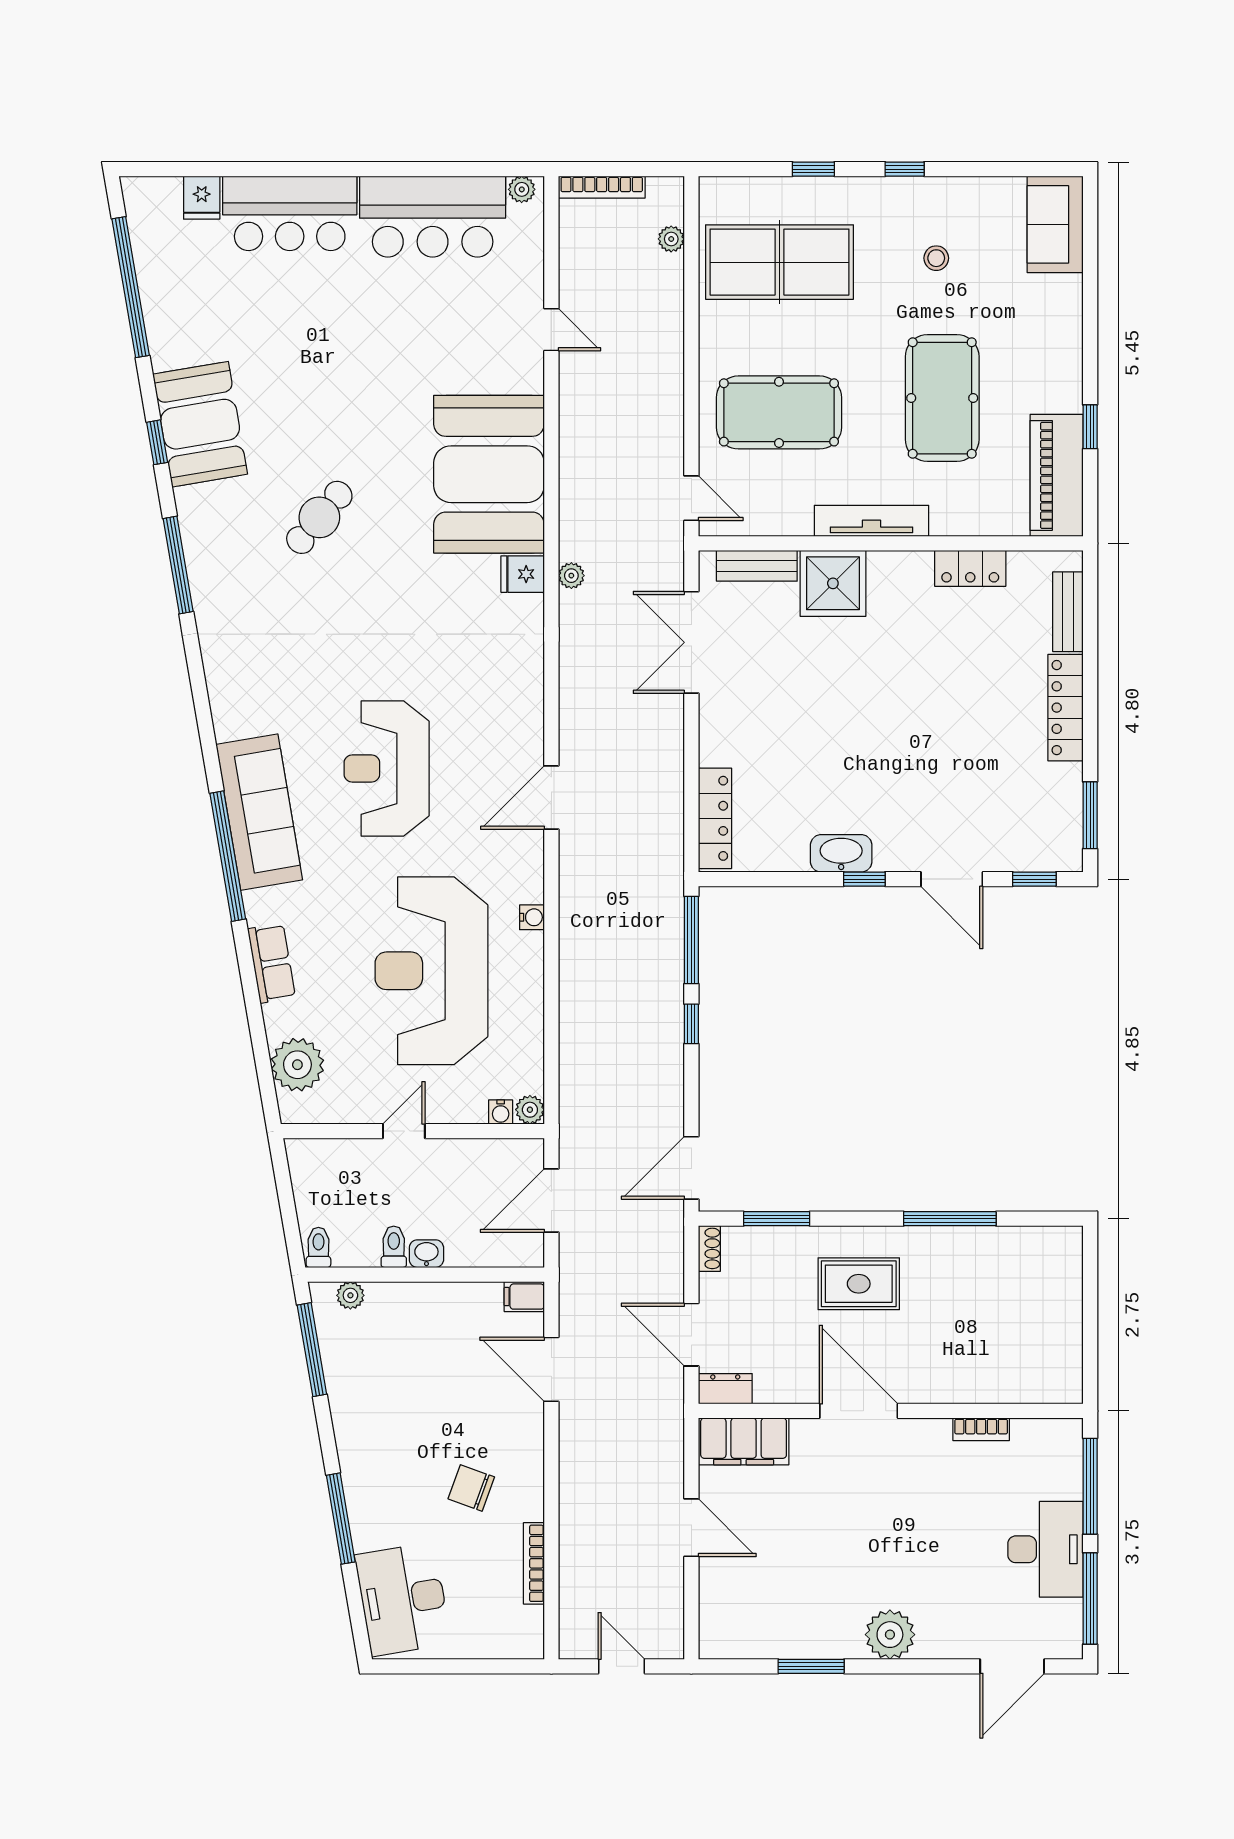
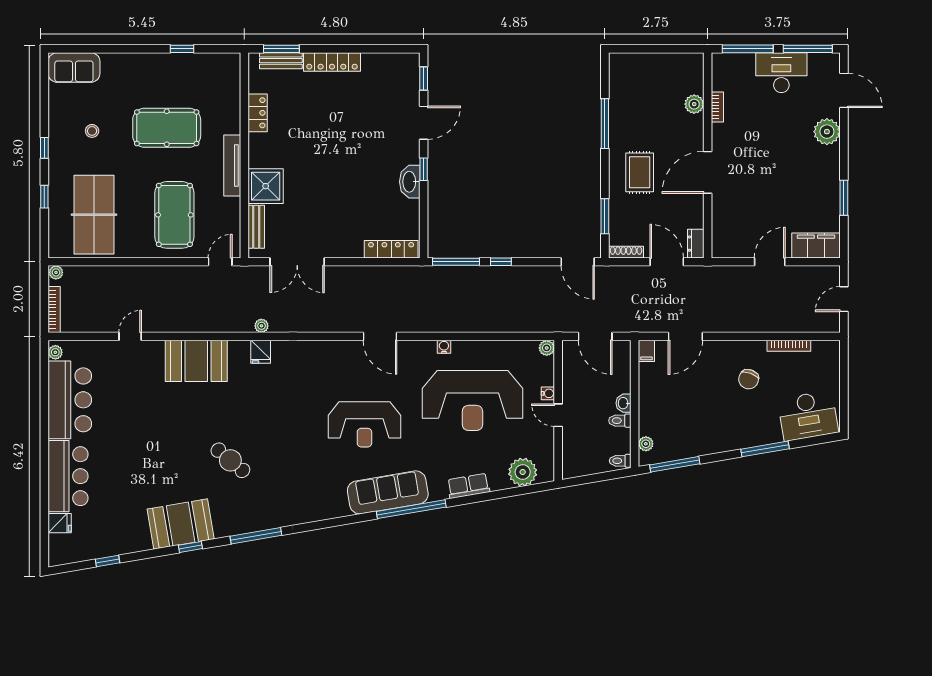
plant: (671, 239) -> (56, 272), moved
window: (131, 287) -> (107, 561), width x0.32
booth: (489, 474) -> (196, 361), width x0.73, depth x0.70
piano: (1057, 475) -> (208, 67), removed
window: (1090, 815) -> (281, 49), moved
water cooler: (501, 1112) -> (548, 393), moved
shoe rack: (709, 1248) -> (626, 252), width x1.43
door: (691, 1335) -> (667, 262), swing flipped
plant: (986, 1386) -> (694, 104), added
filing cabinet: (744, 1441) -> (816, 245), moved, turned -90
plant: (890, 1635) -> (827, 132), moved

